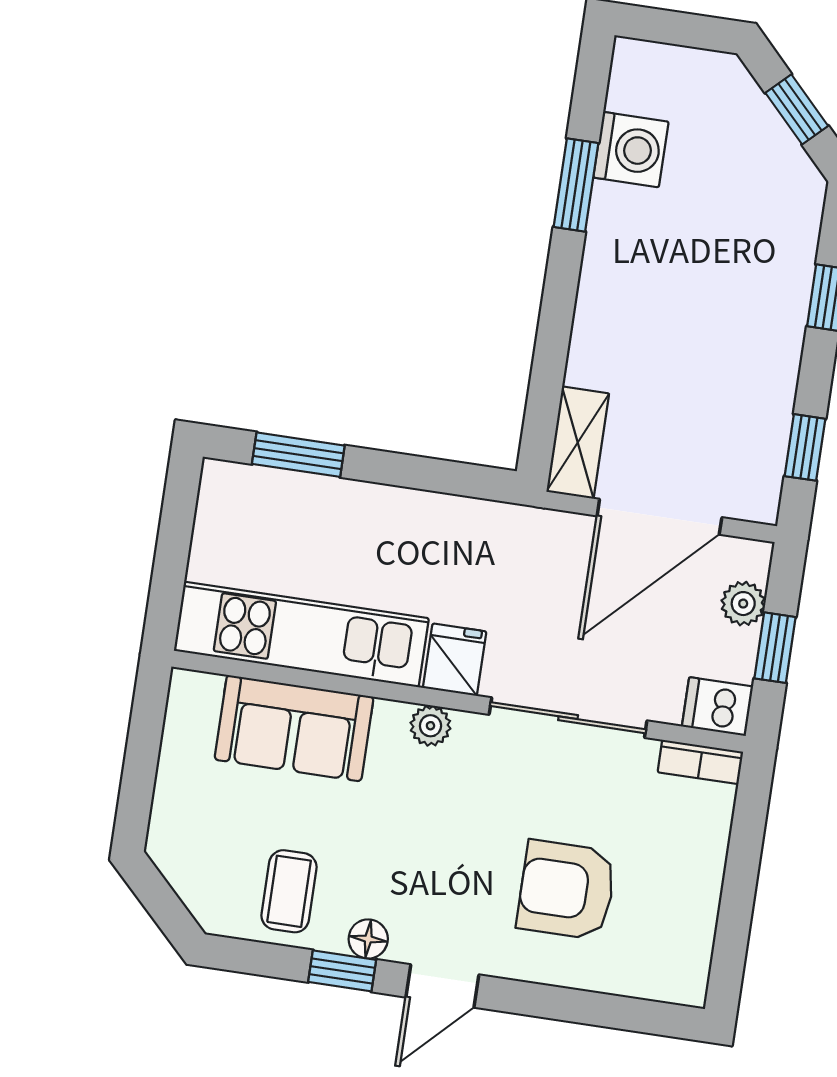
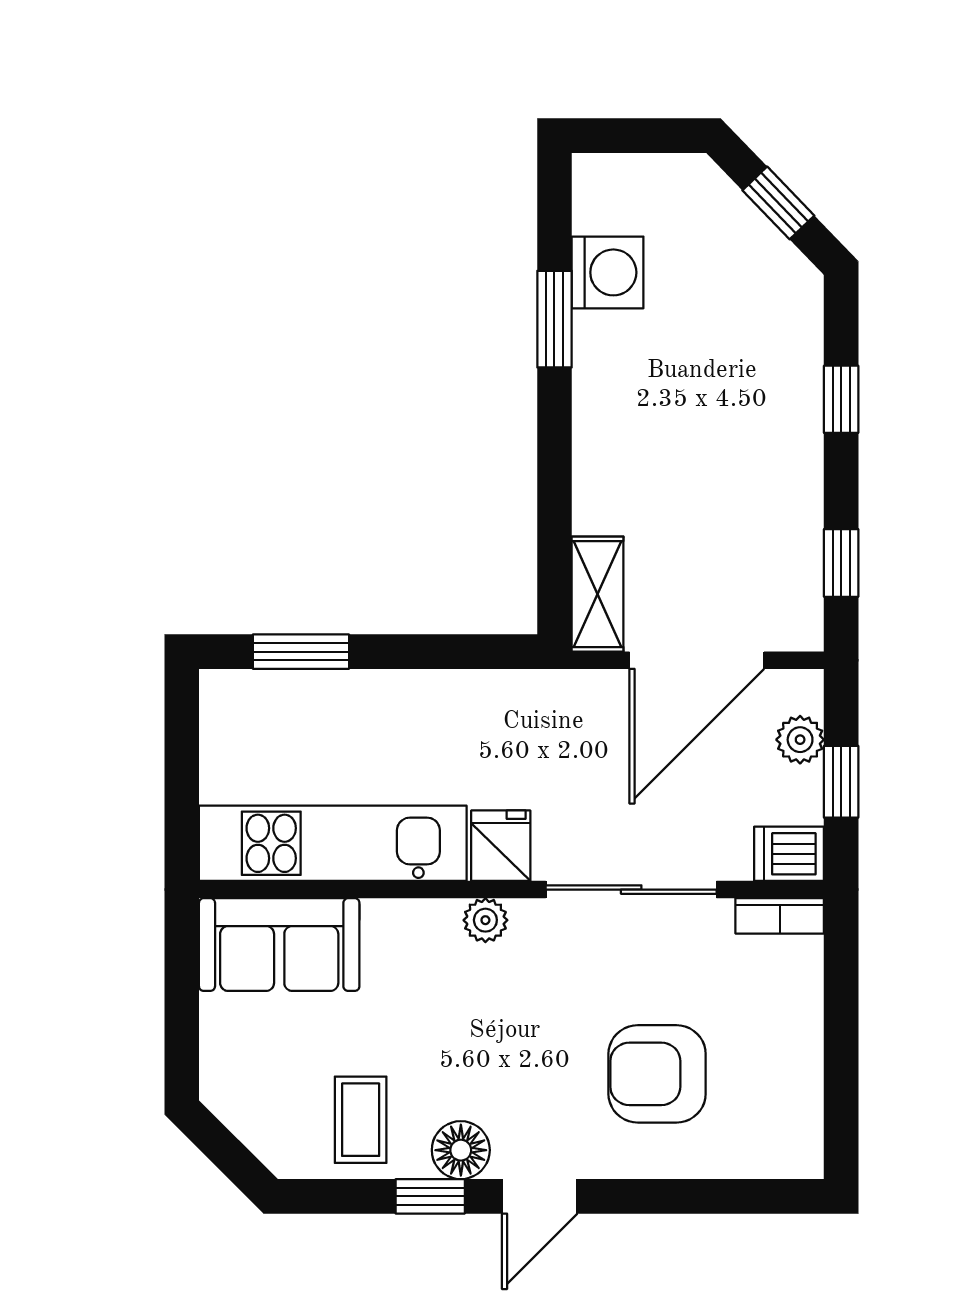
sofa: (294, 728) -> (279, 945), moved
floor lamp: (368, 939) -> (461, 1150), width x1.37, depth x1.37

